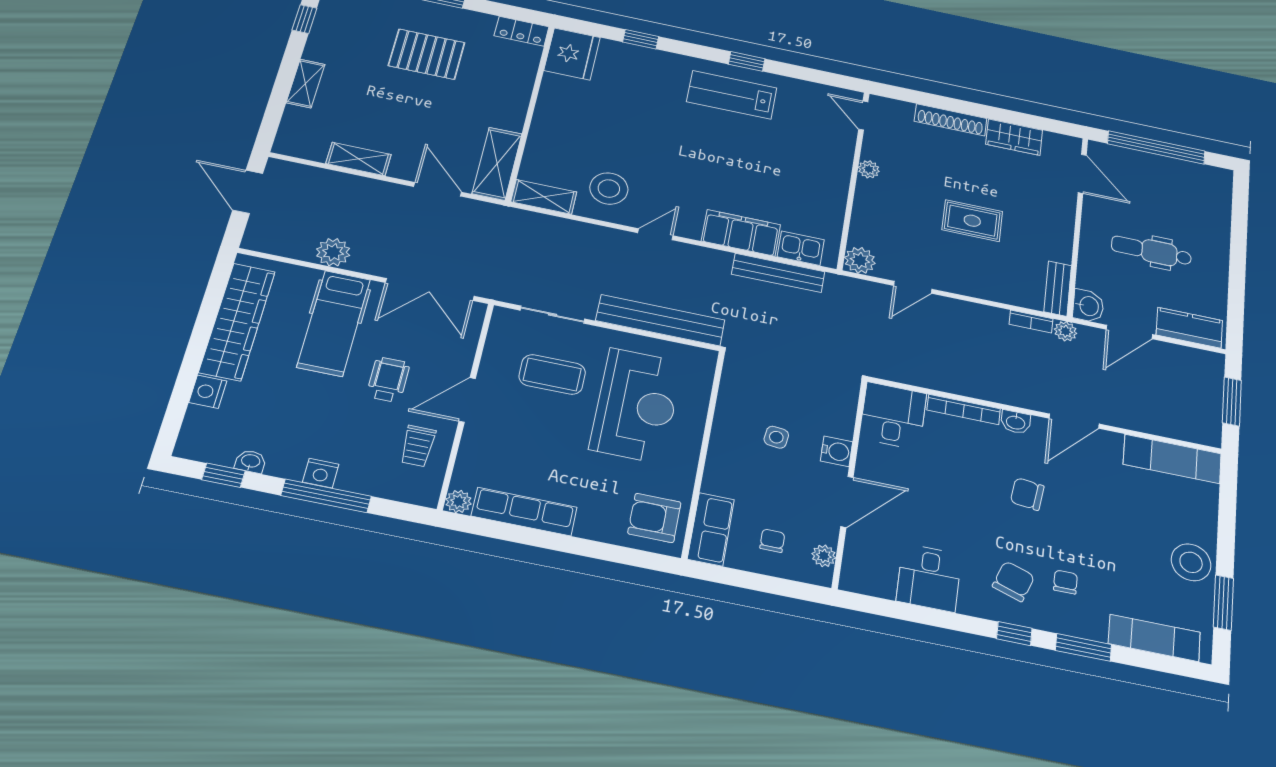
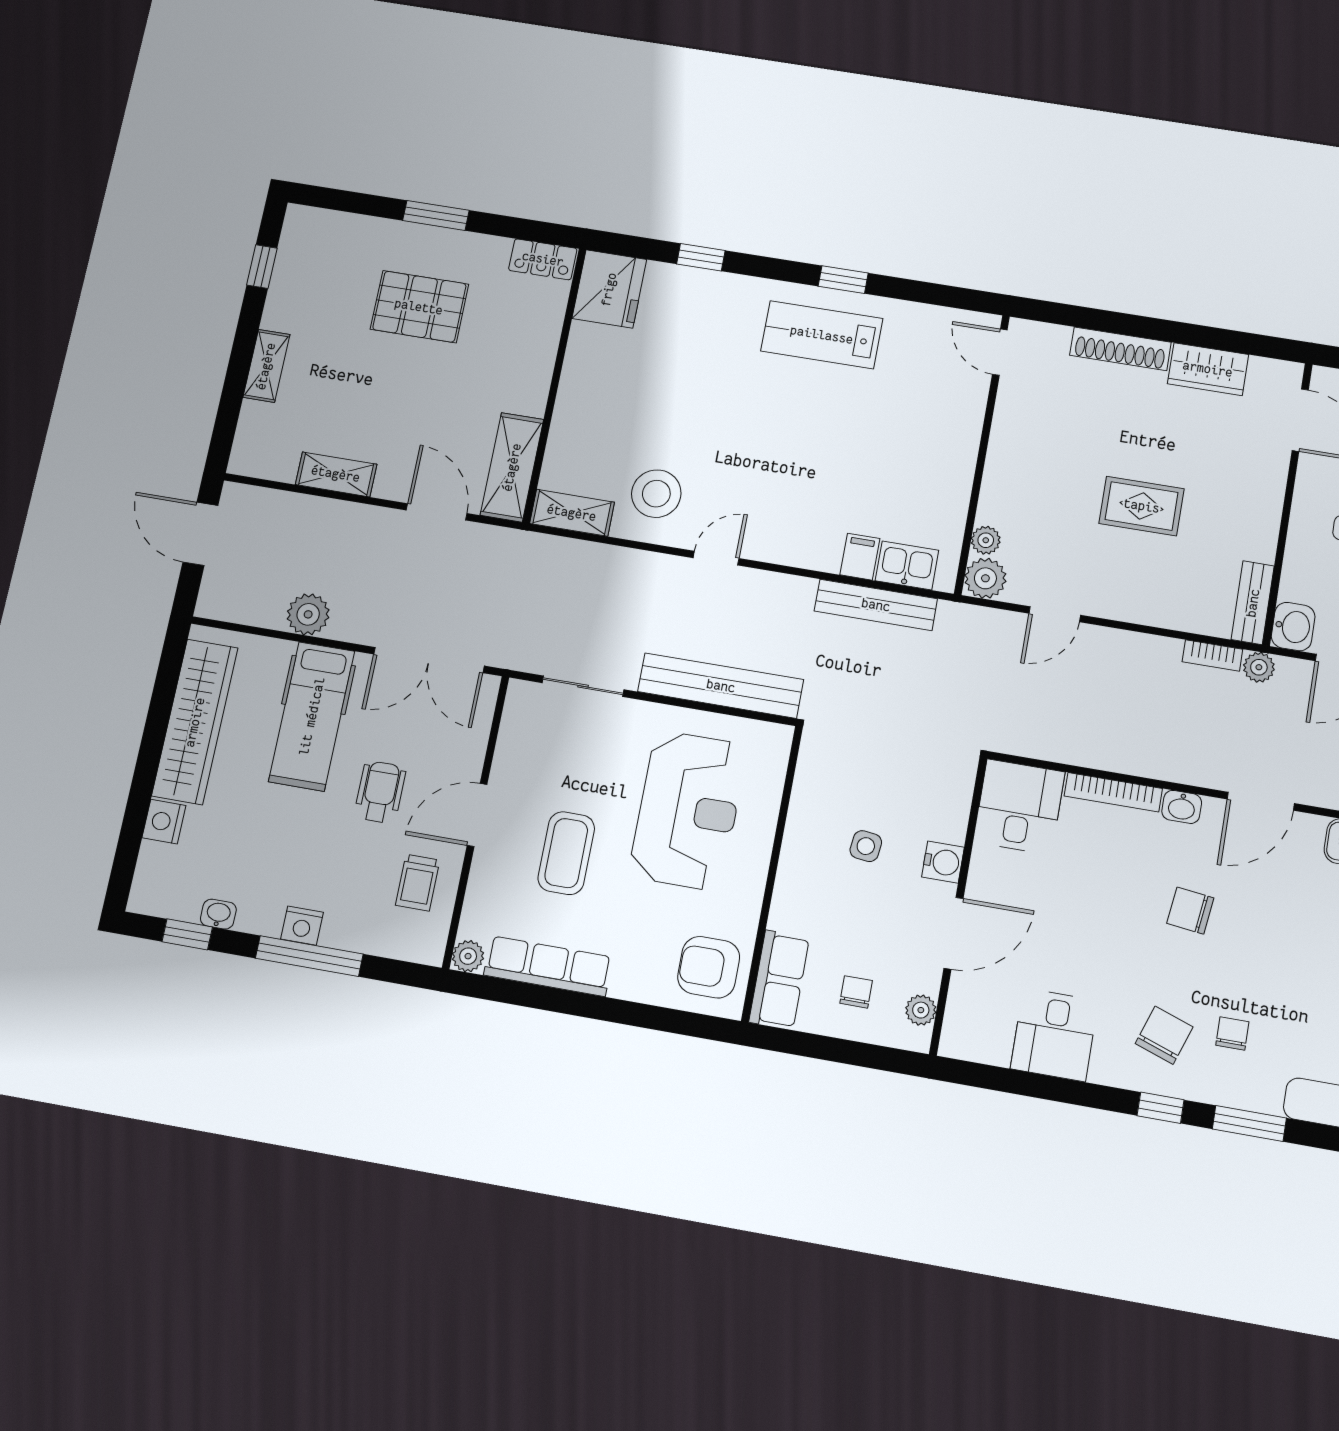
plant: (869, 169) -> (986, 540), moved
filing cabinet: (741, 233) -> (860, 557), width x0.33, depth x0.86
coffee table: (552, 374) -> (566, 853), moved, turned 90

